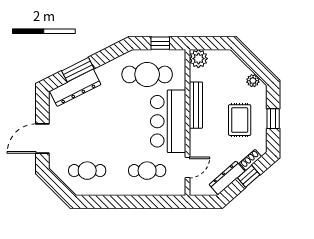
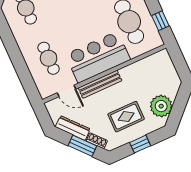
plant: (198, 59) -> (162, 59), removed
plant: (253, 81) -> (161, 106), width x1.88, depth x1.88
bench: (196, 105) -> (100, 84), moved
window: (249, 176) -> (82, 146), width x1.50

